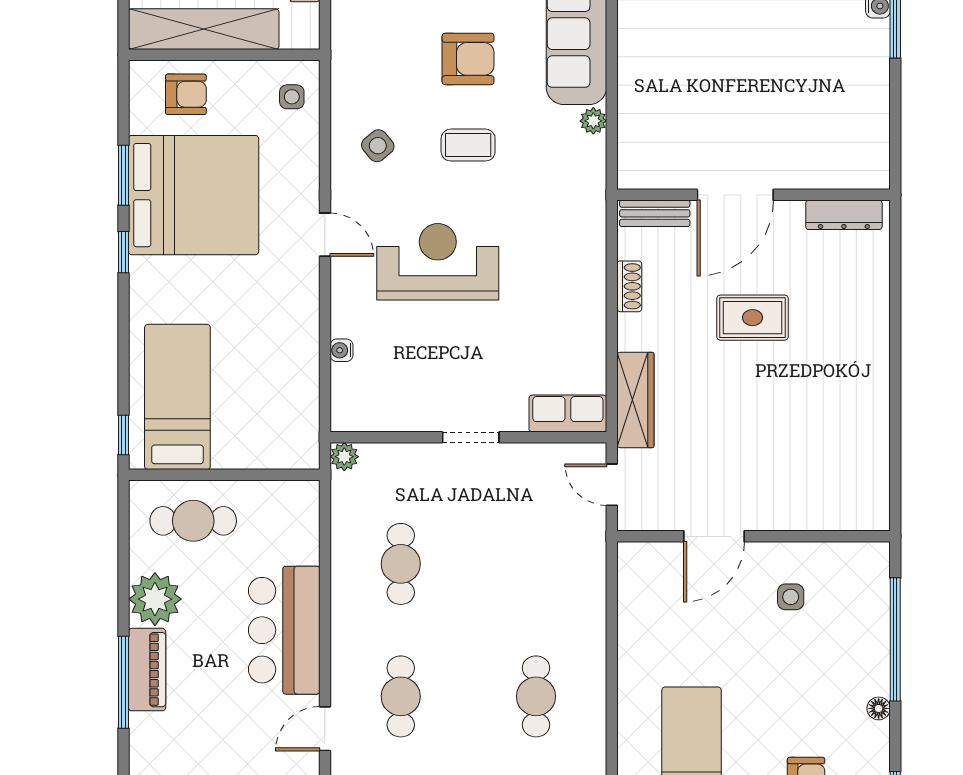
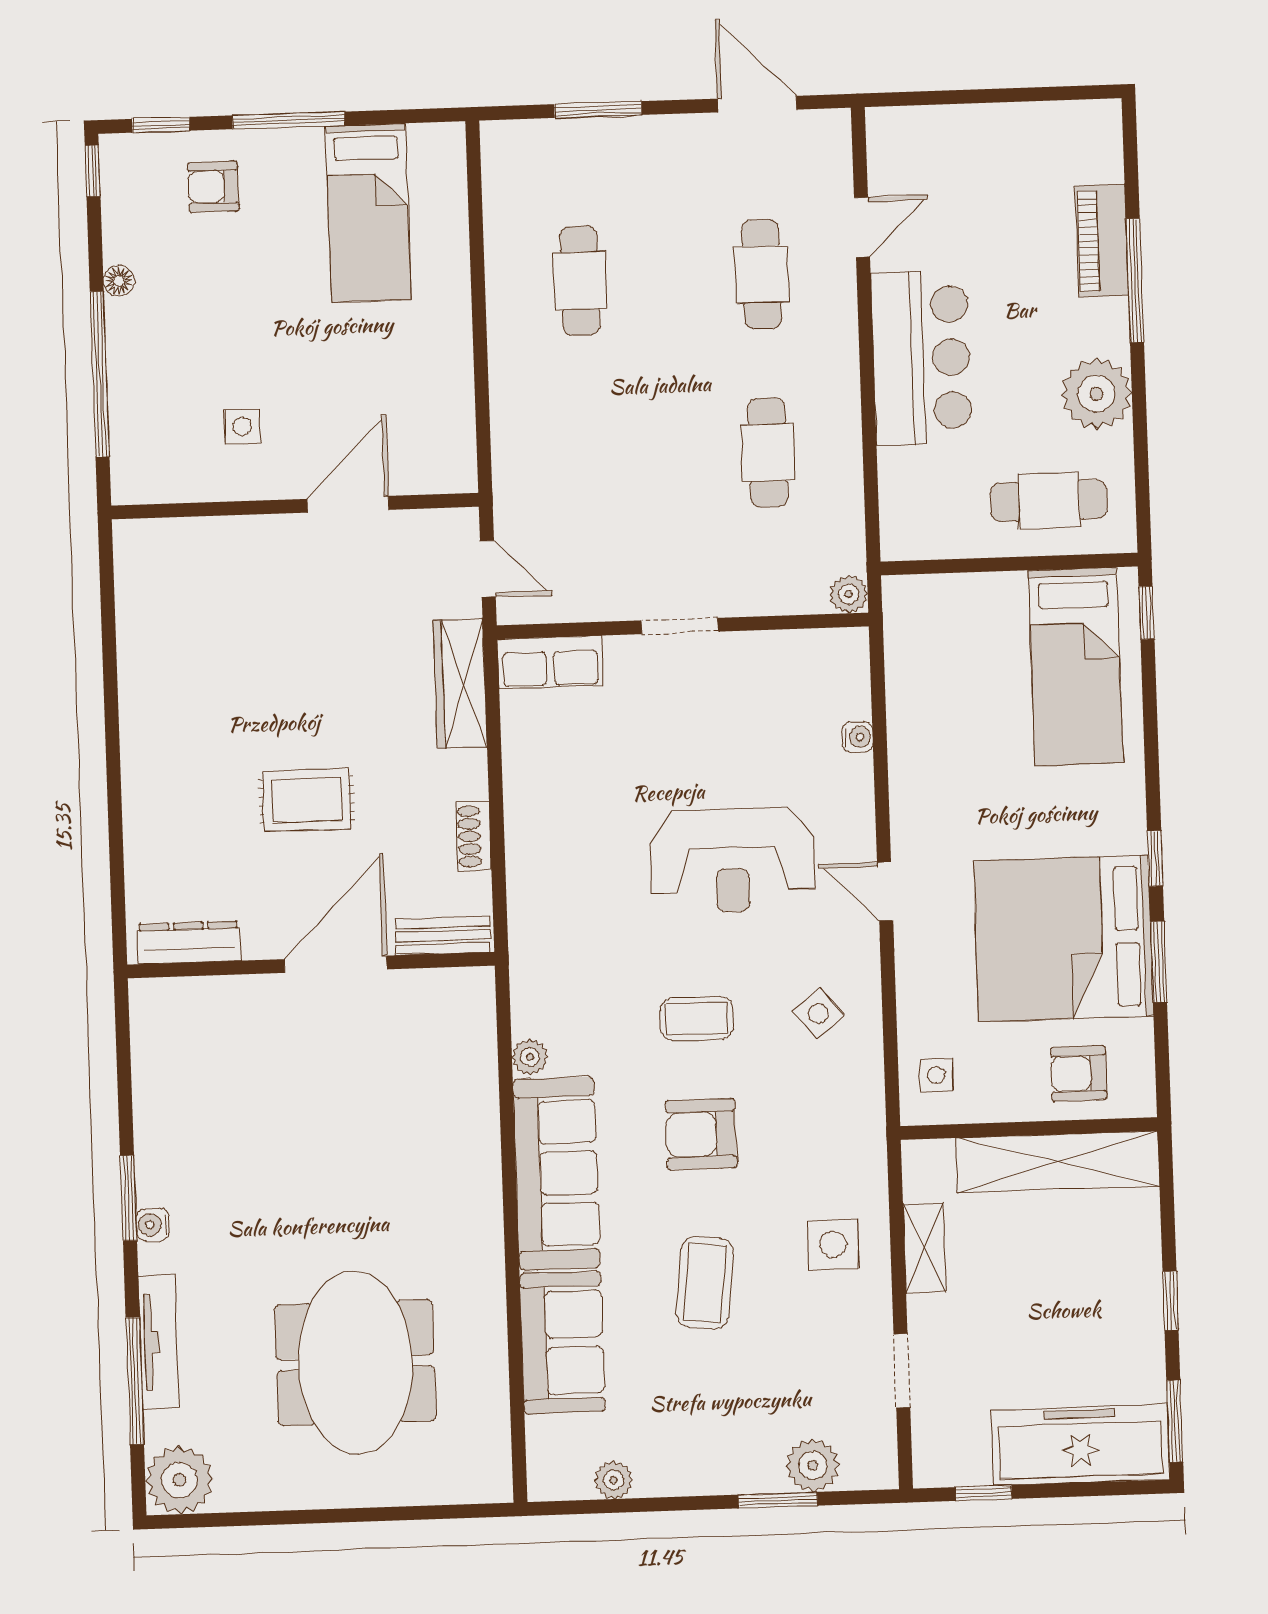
piano: (147, 670) -> (1102, 241), moved

